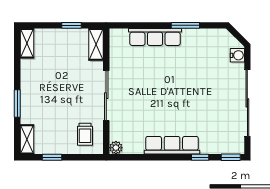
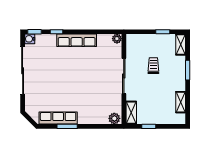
plant: (119, 36) -> (114, 118), added
row of seats: (155, 37) -> (58, 118), moved
shelving: (27, 43) -> (181, 102), moved
water cooler: (237, 55) -> (30, 39), moved
trolley: (85, 134) -> (153, 66), moved

